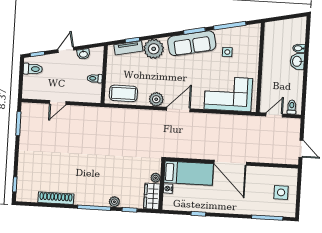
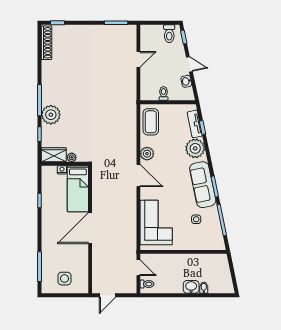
door: (58, 103) -> (138, 59), swing flipped
shoe rack: (56, 198) -> (47, 43), moved
plant: (114, 202) -> (51, 115), width x1.87, depth x1.87

